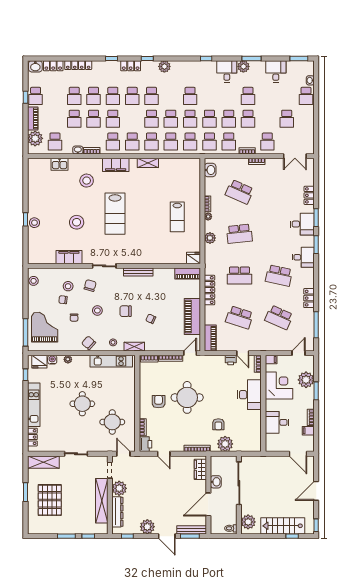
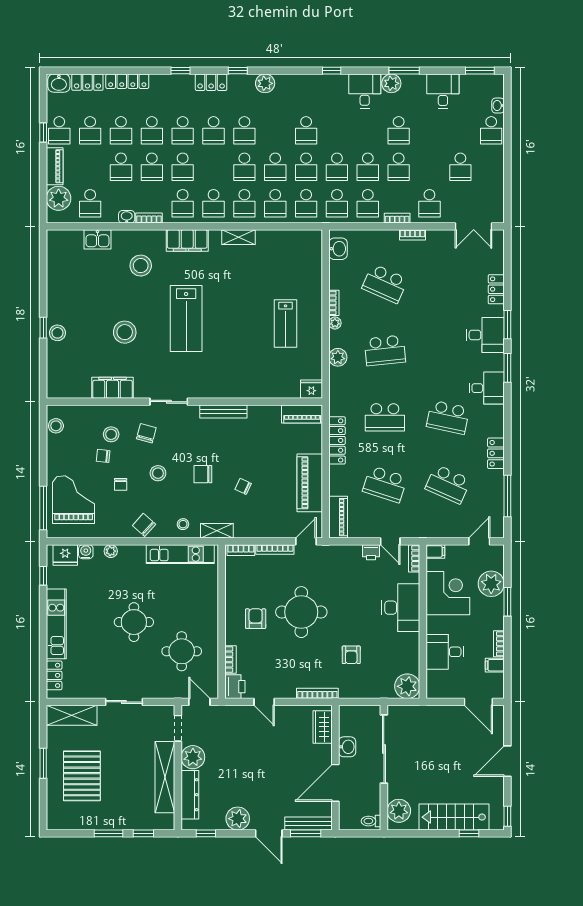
school desk: (55, 96) -> (90, 130), added
plant: (225, 444) -> (407, 686), moved

